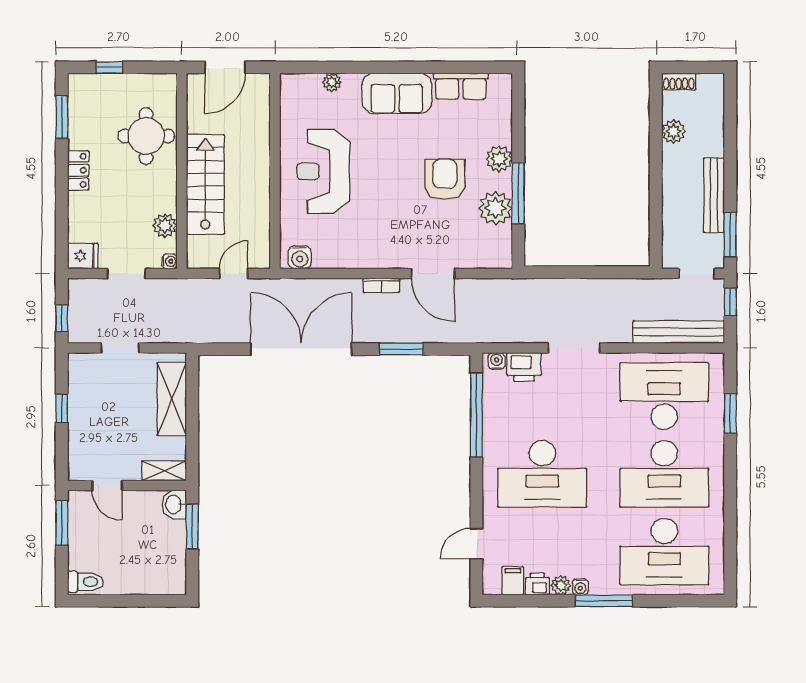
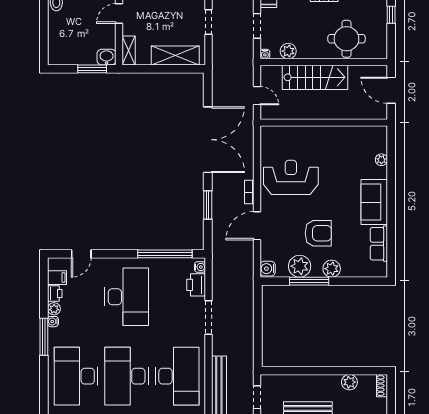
reception desk: (323, 171) -> (291, 177), moved
water cooler: (300, 257) -> (268, 269), moved
desk: (542, 474) -> (127, 297), turned 180
door: (476, 544) -> (81, 254), swing flipped

